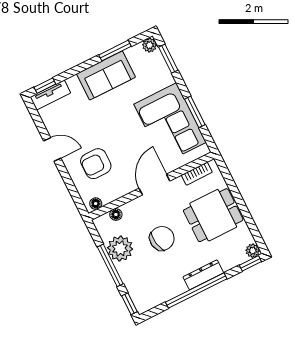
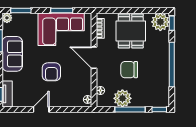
armchair: (96, 164) -> (51, 72), moved
chair: (162, 238) -> (129, 70), turned -80
plant: (253, 251) -> (160, 22), width x1.87, depth x1.87
dresser: (203, 275) -> (164, 55), removed

